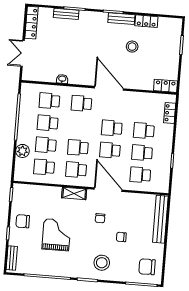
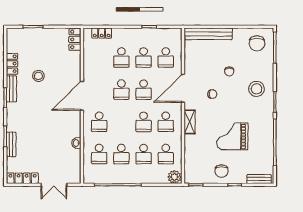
plant: (22, 151) -> (174, 177), moved

